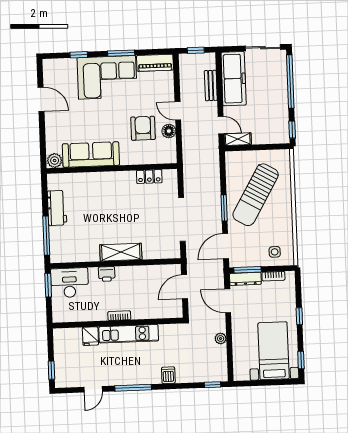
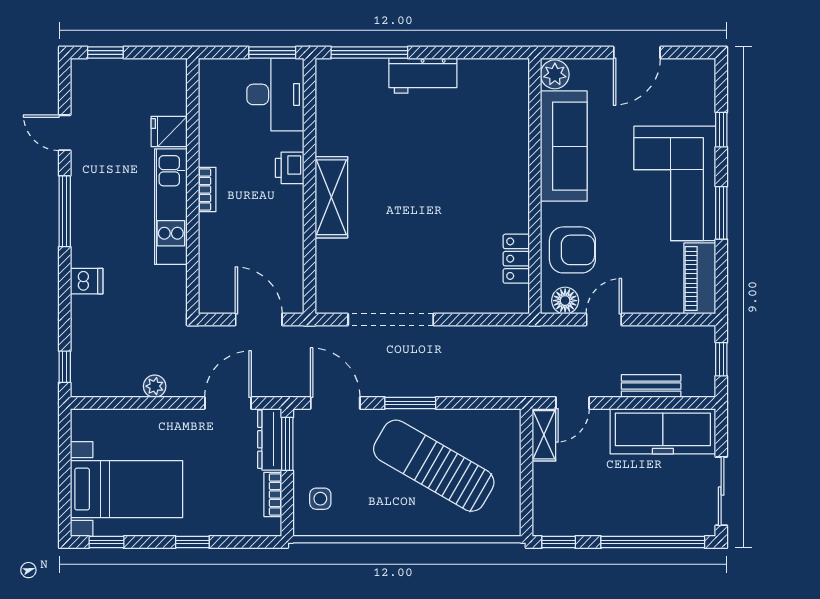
sofa: (91, 155) -> (564, 146), moved
plant: (55, 161) -> (555, 74), moved
wall: (112, 169) -> (535, 186), moved
locker: (149, 177) -> (516, 259), moved

